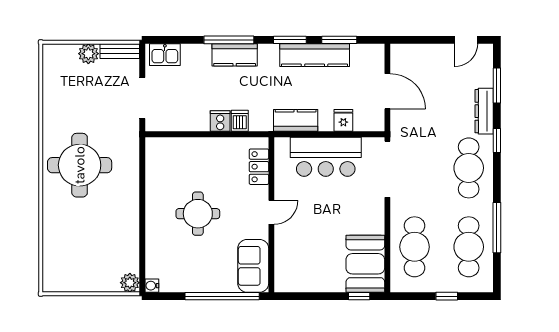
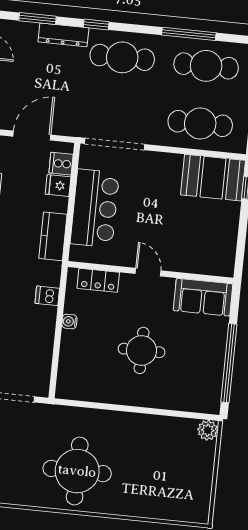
cooker: (220, 121) -> (61, 164), moved
water cooler: (152, 286) -> (69, 321), moved, turned 90
window: (222, 296) -> (229, 363), moved

